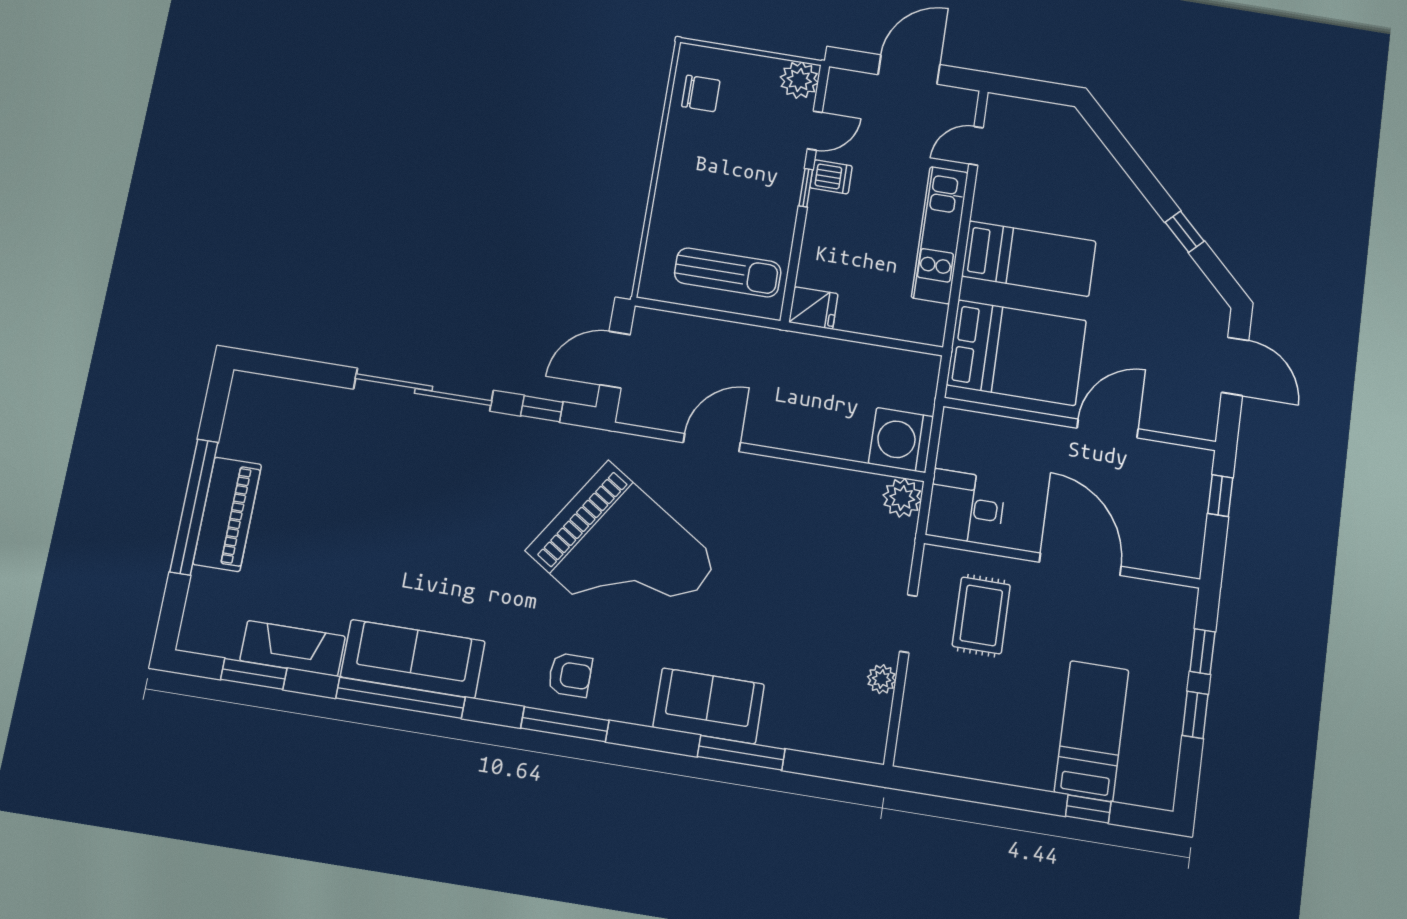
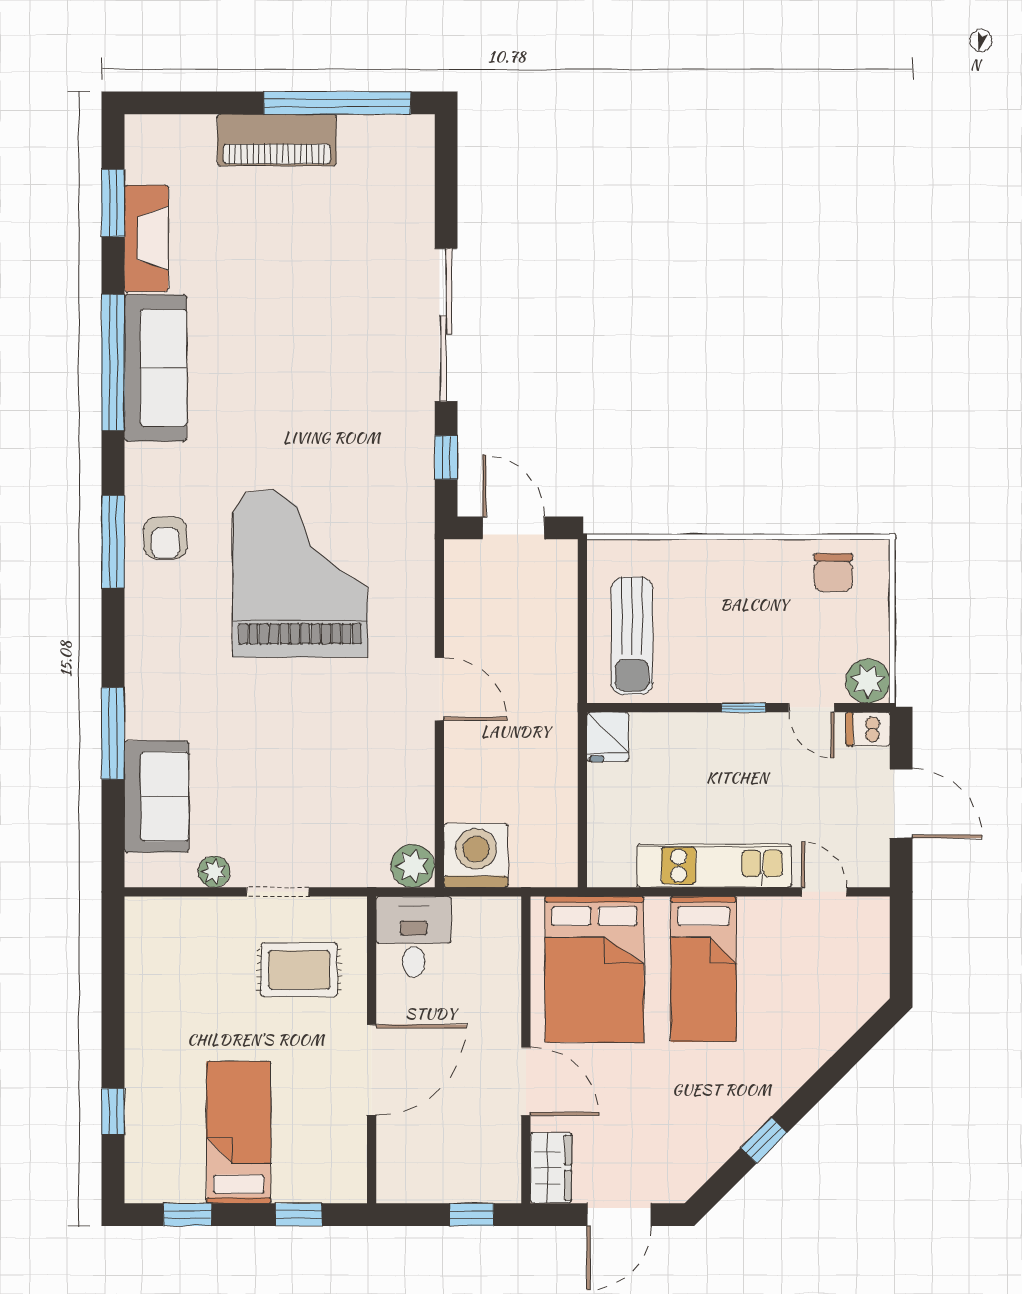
dishwasher: (831, 177) -> (868, 729), moved, turned 90
wardrobe: (1187, 419) -> (551, 1168), added
door: (712, 443) -> (439, 689), moved
window: (194, 507) -> (337, 103), moved
grand piano: (623, 557) -> (300, 573), turned 147
sofa: (709, 706) -> (157, 796), moved
window: (1195, 715) -> (187, 1215), moved
bed: (1092, 731) -> (239, 1132), moved, turned -90

